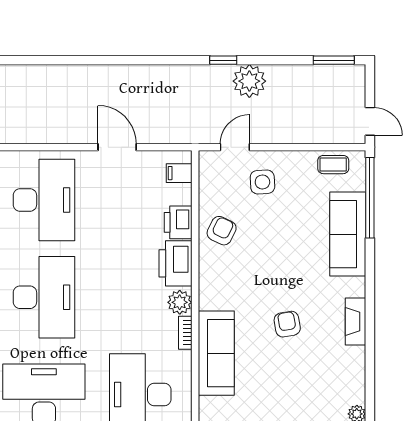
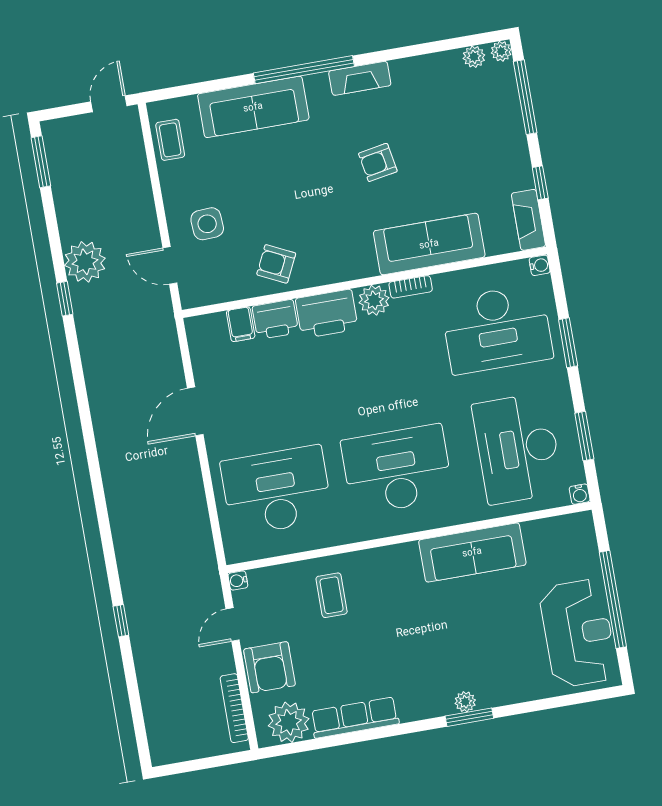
filing cabinet: (179, 173) -> (241, 324), moved
window: (370, 198) -> (304, 70), moved

